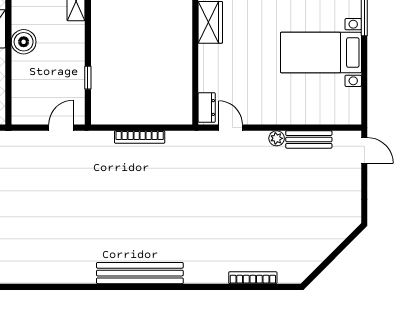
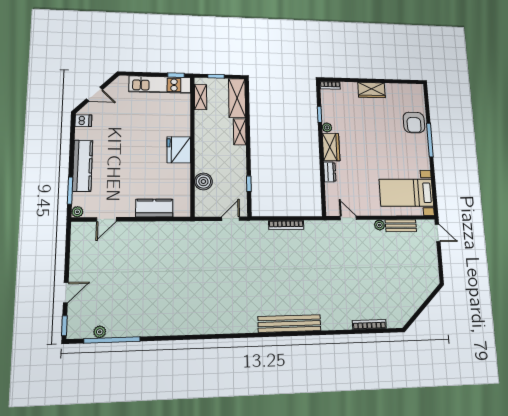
boiler: (24, 42) -> (203, 181), moved
bed with nightstands: (321, 52) -> (406, 193), moved
dresser: (207, 108) -> (330, 172), moved

